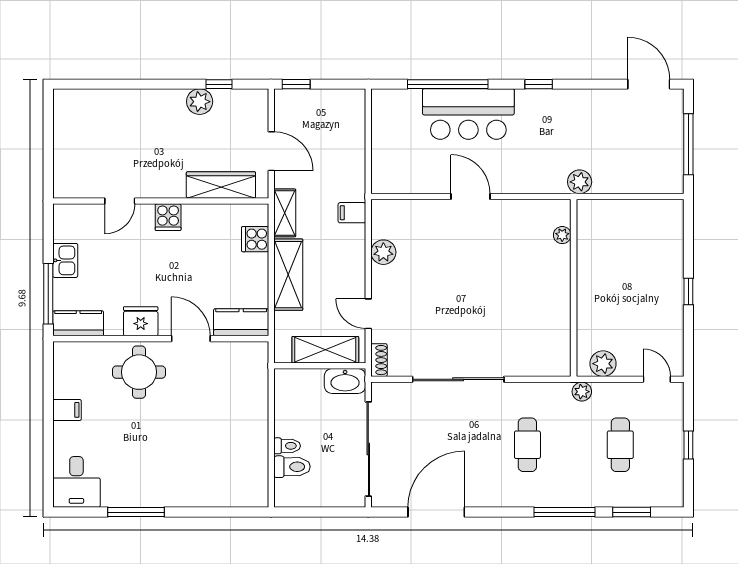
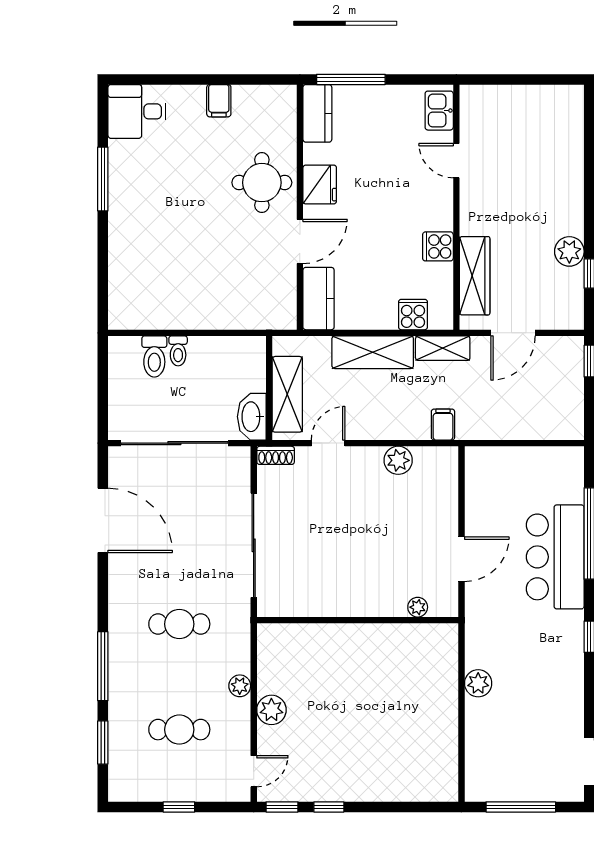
cooker: (168, 217) -> (438, 246), moved
plant: (562, 235) -> (418, 607), moved
kitchen sink: (65, 260) -> (439, 111), moved, turned 90
wall: (574, 288) -> (358, 620), moved
window: (688, 292) -> (329, 807), moved
window: (688, 354) -> (282, 807), added

